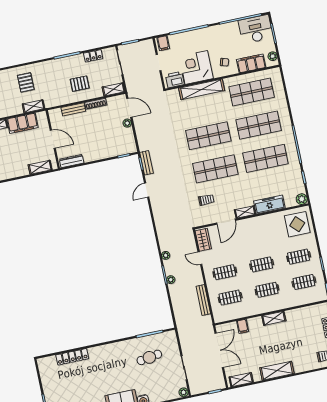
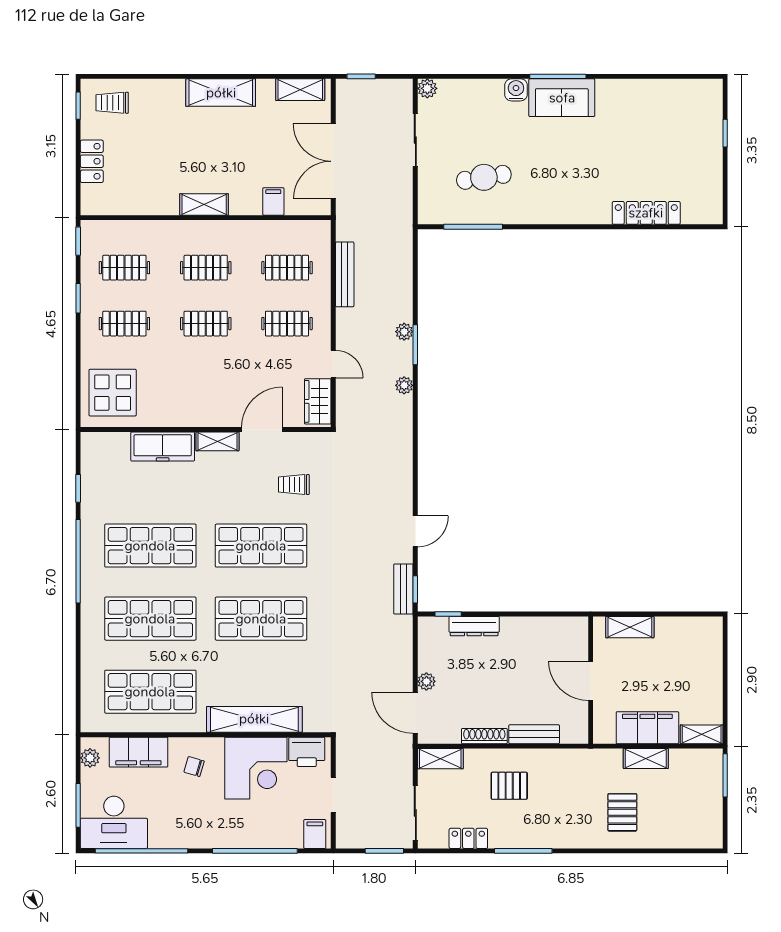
shelving: (33, 106) -> (646, 758), moved
dresser: (72, 161) -> (474, 626), moved
plant: (302, 199) -> (92, 443), removed

